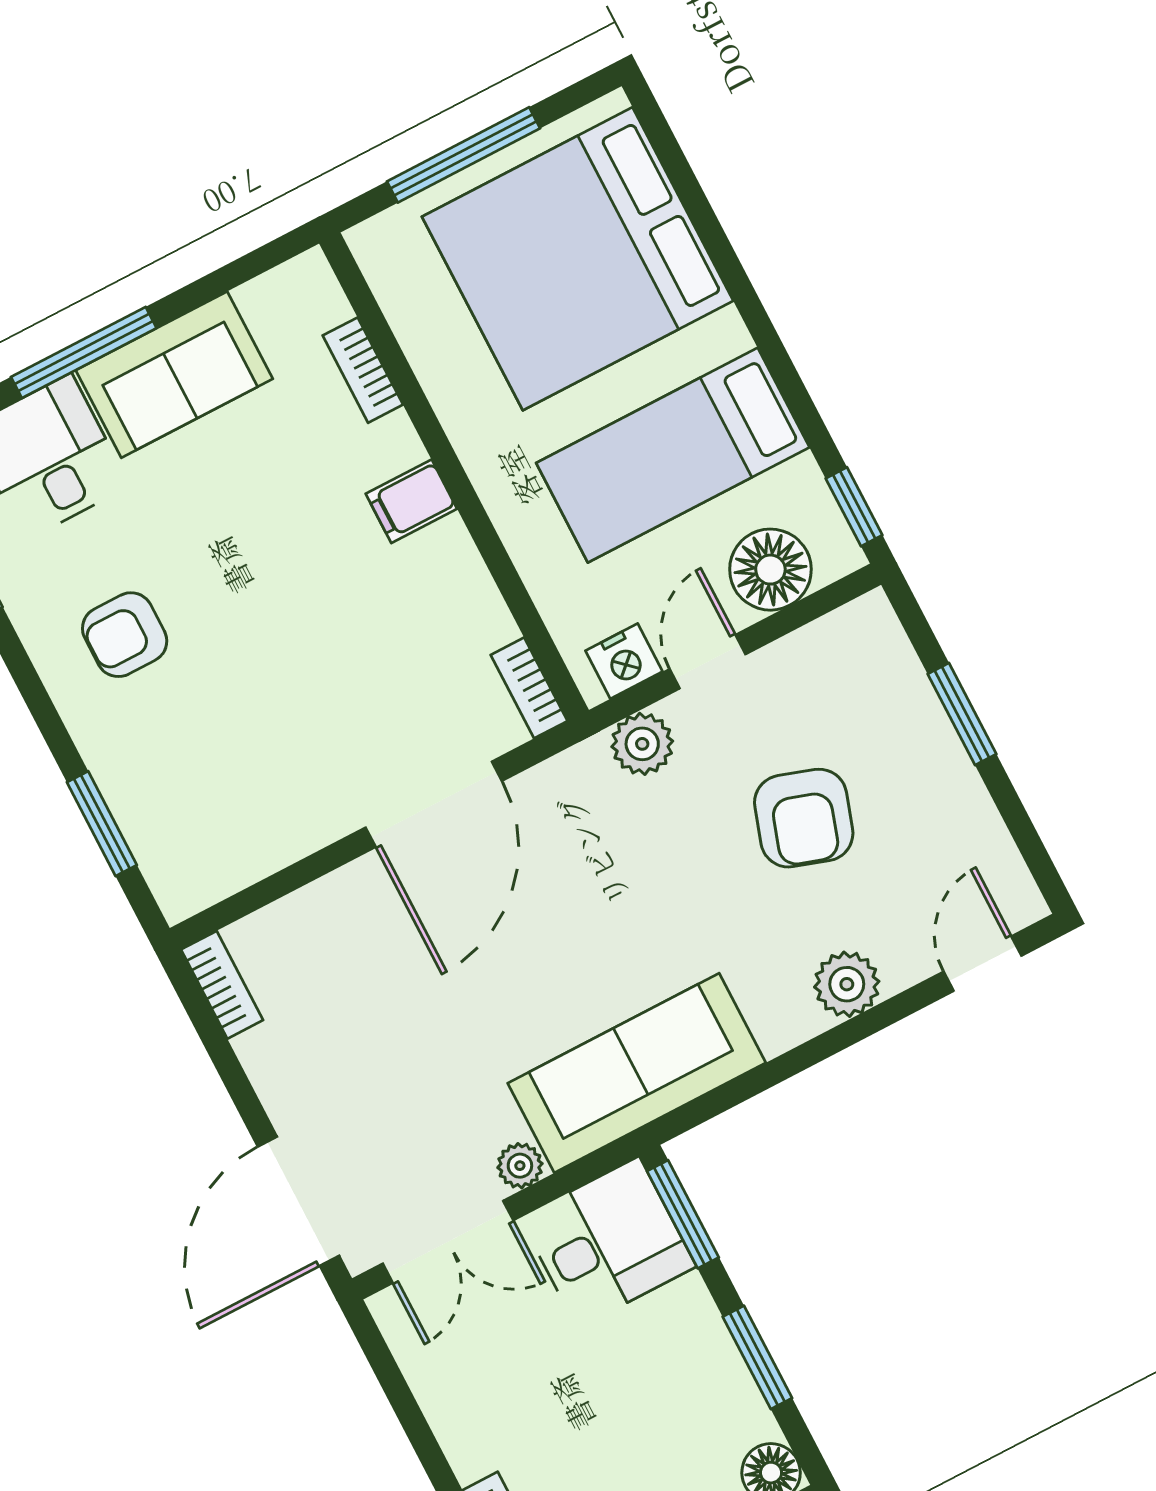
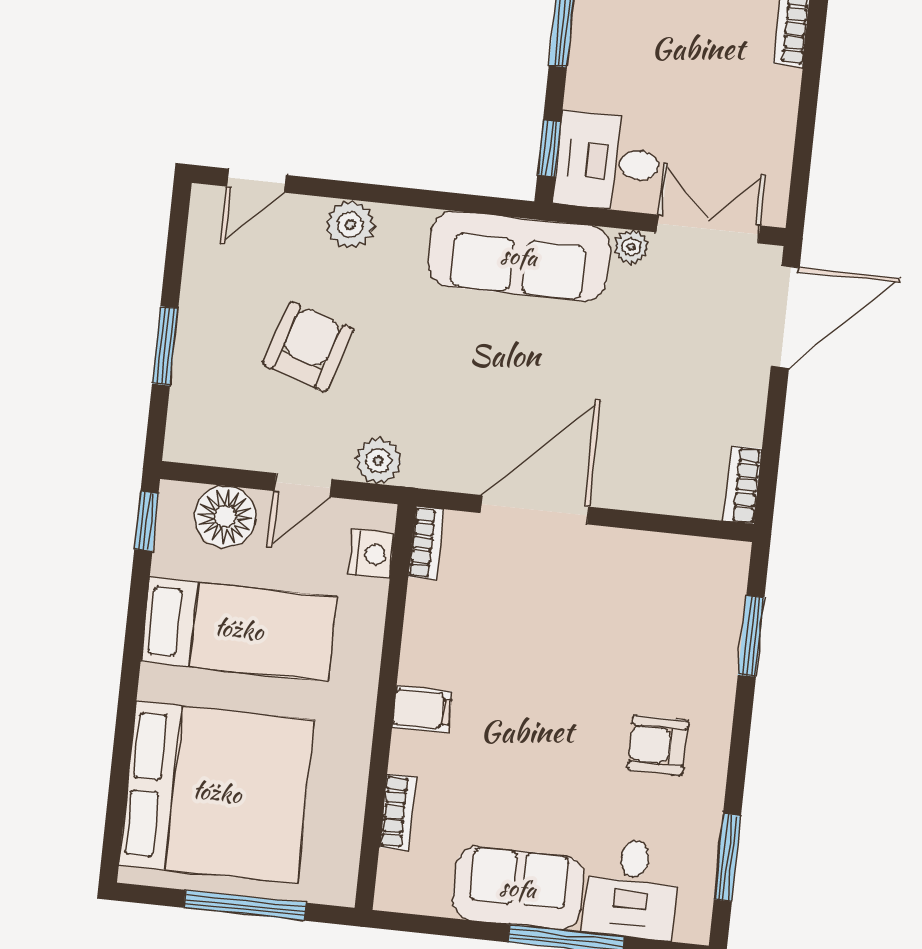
armchair: (125, 635) -> (658, 745), turned 180
nightstand: (624, 661) -> (372, 554), moved, turned 90
window: (683, 1214) -> (549, 148), width x0.67

